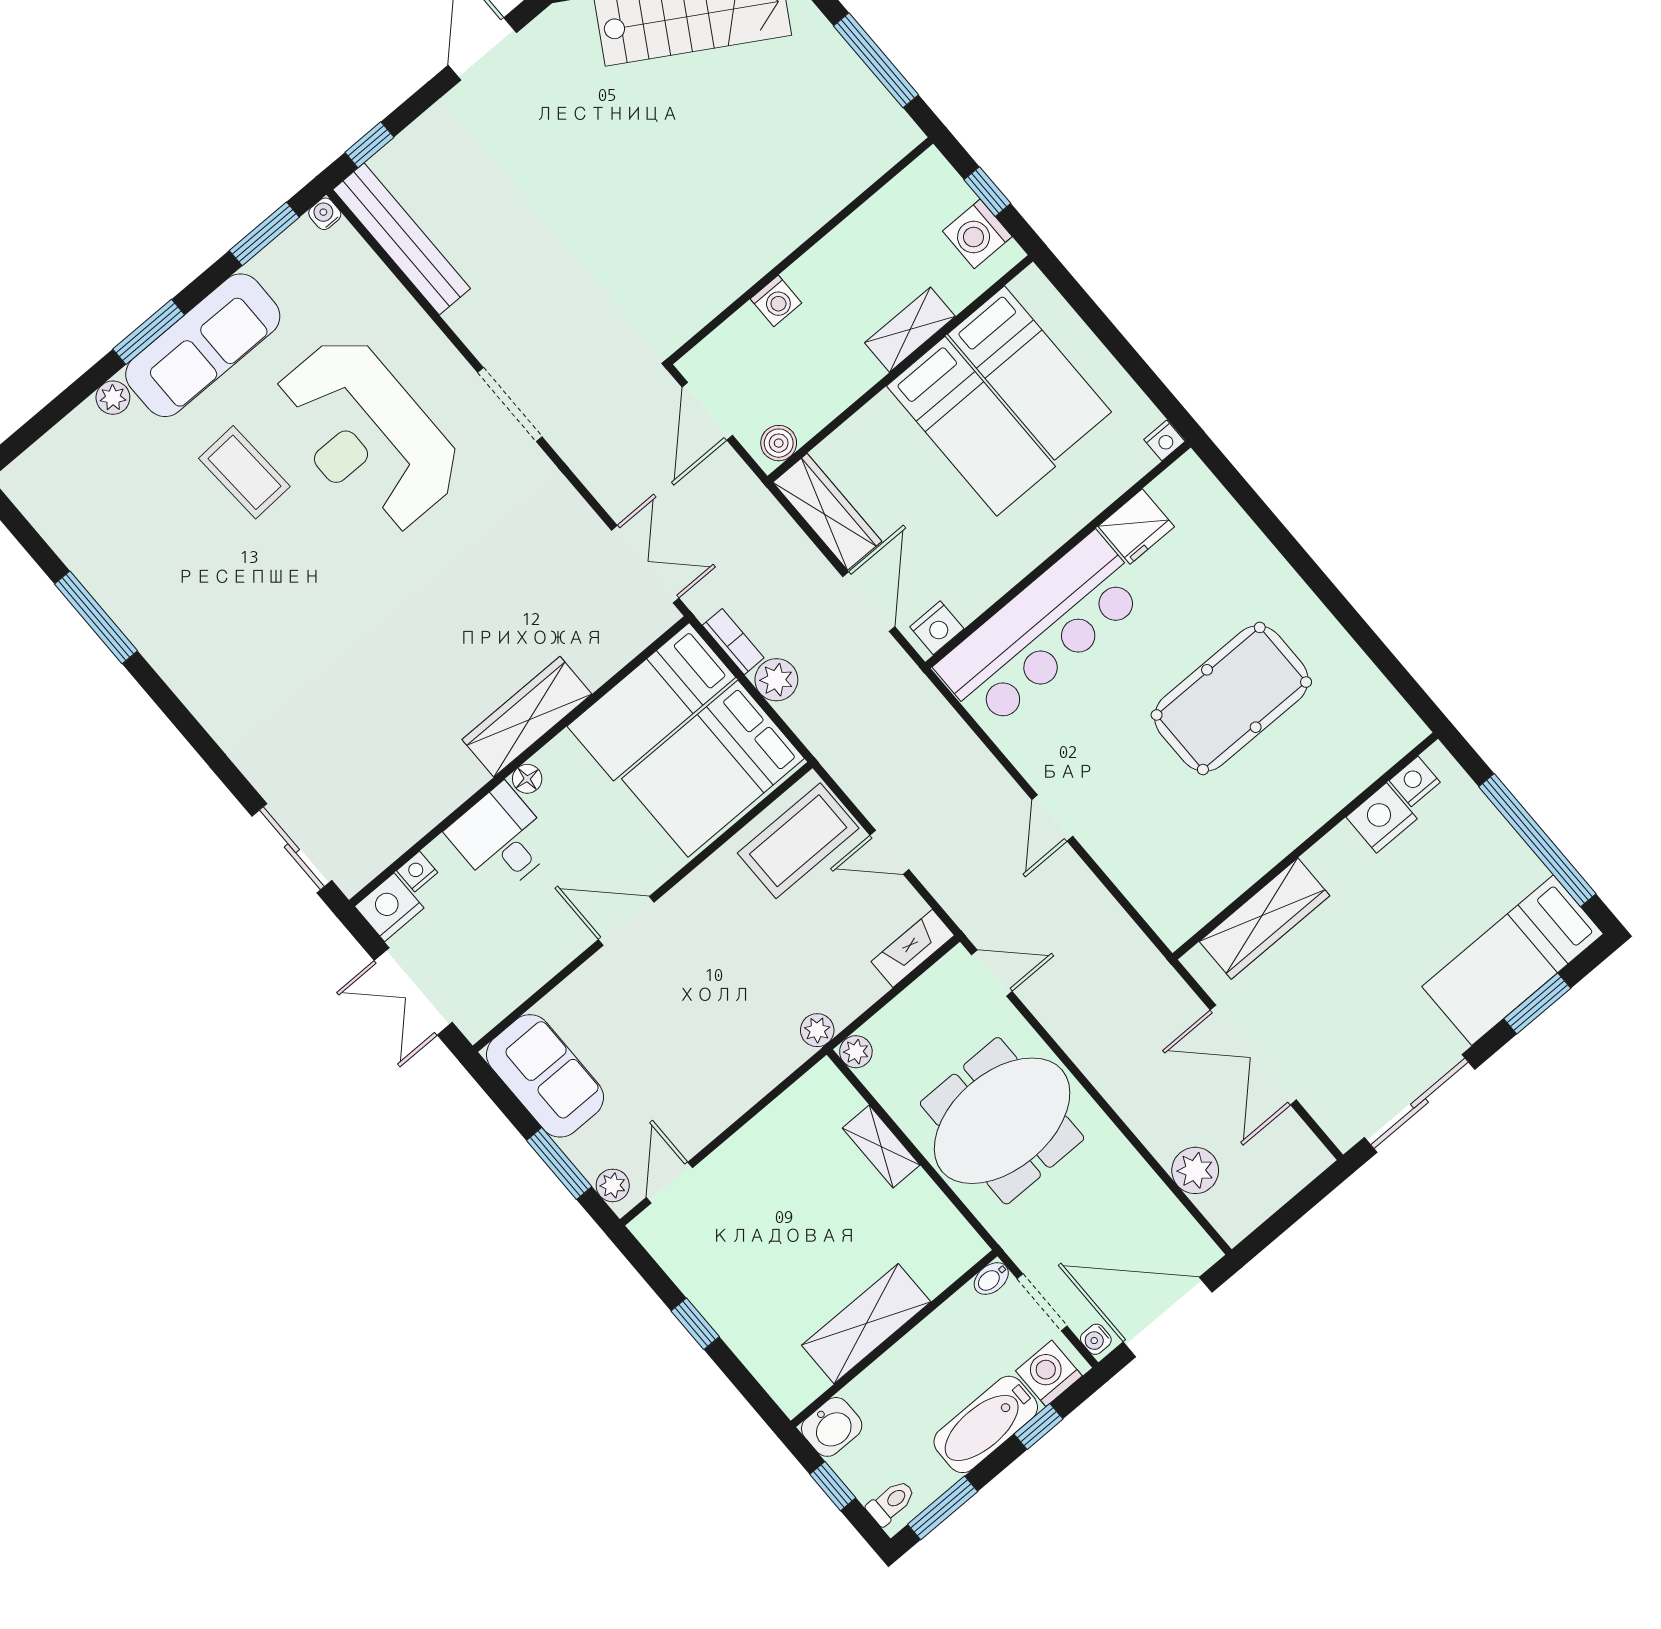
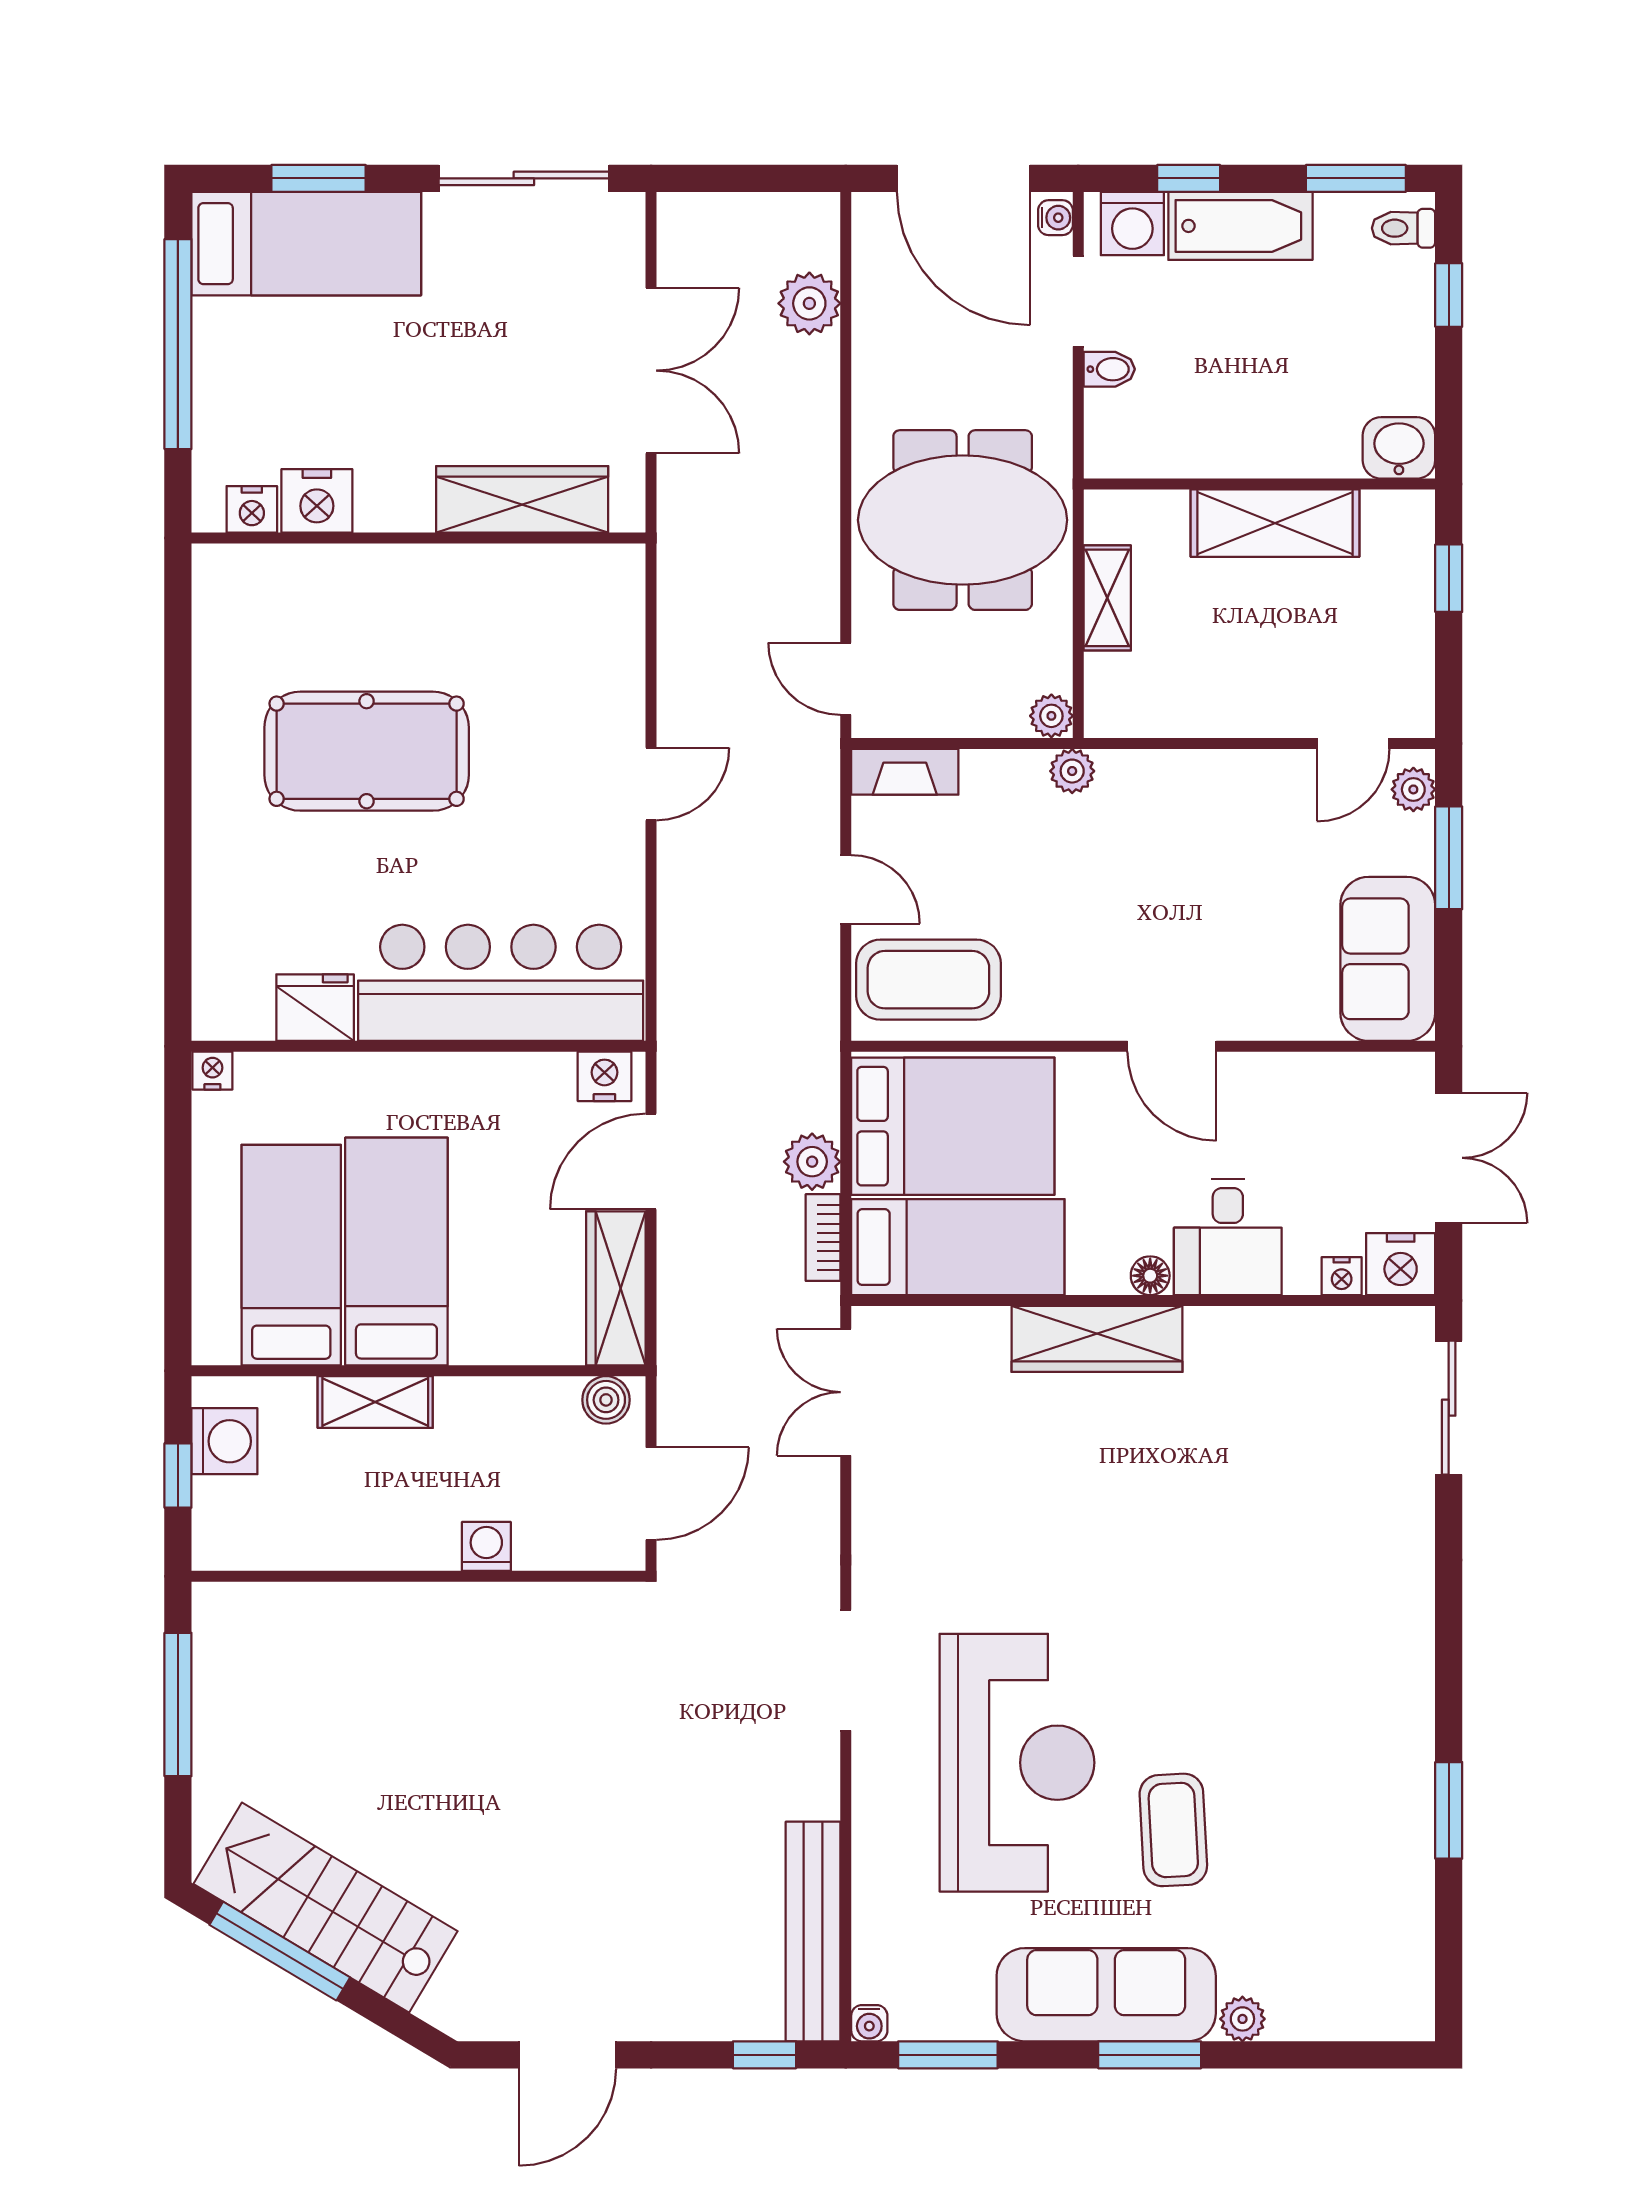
window: (96, 617) -> (1449, 1810), width x0.69
shelving: (866, 1324) -> (1275, 523), moved
wall: (894, 1338) -> (1259, 484), moved
washbasin: (832, 1427) -> (1399, 448), moved

